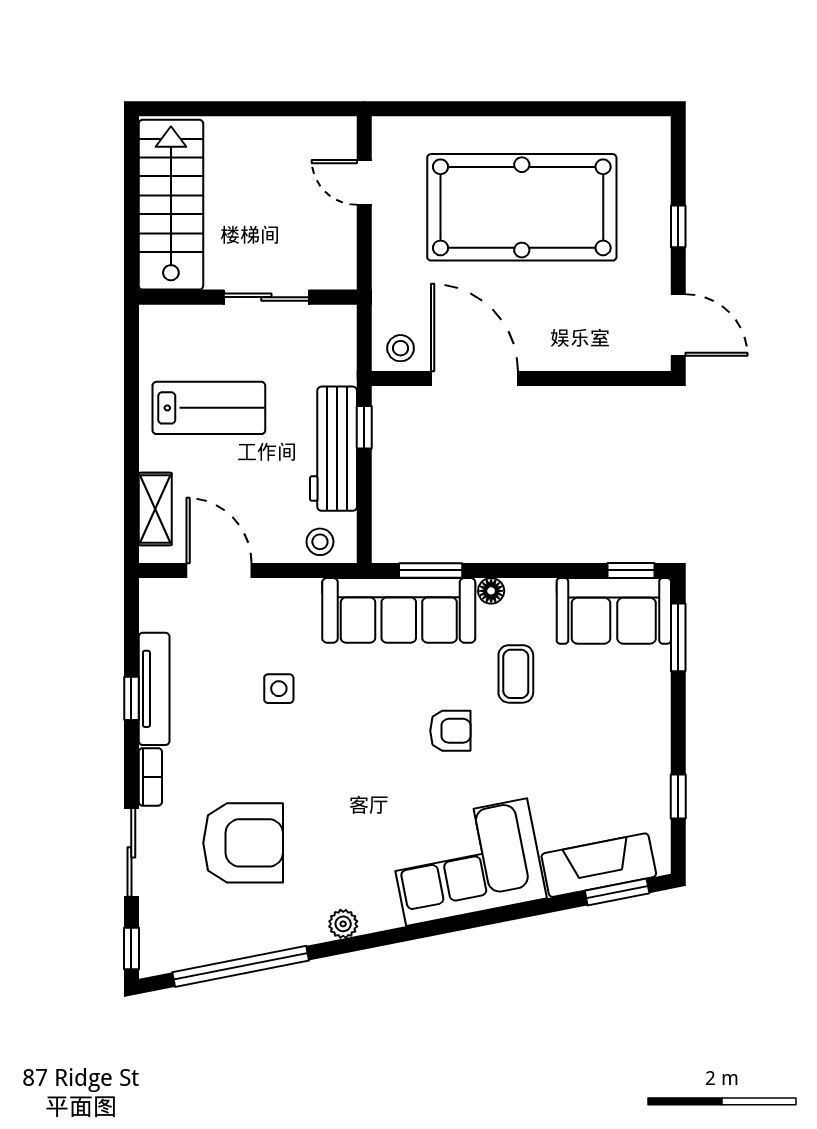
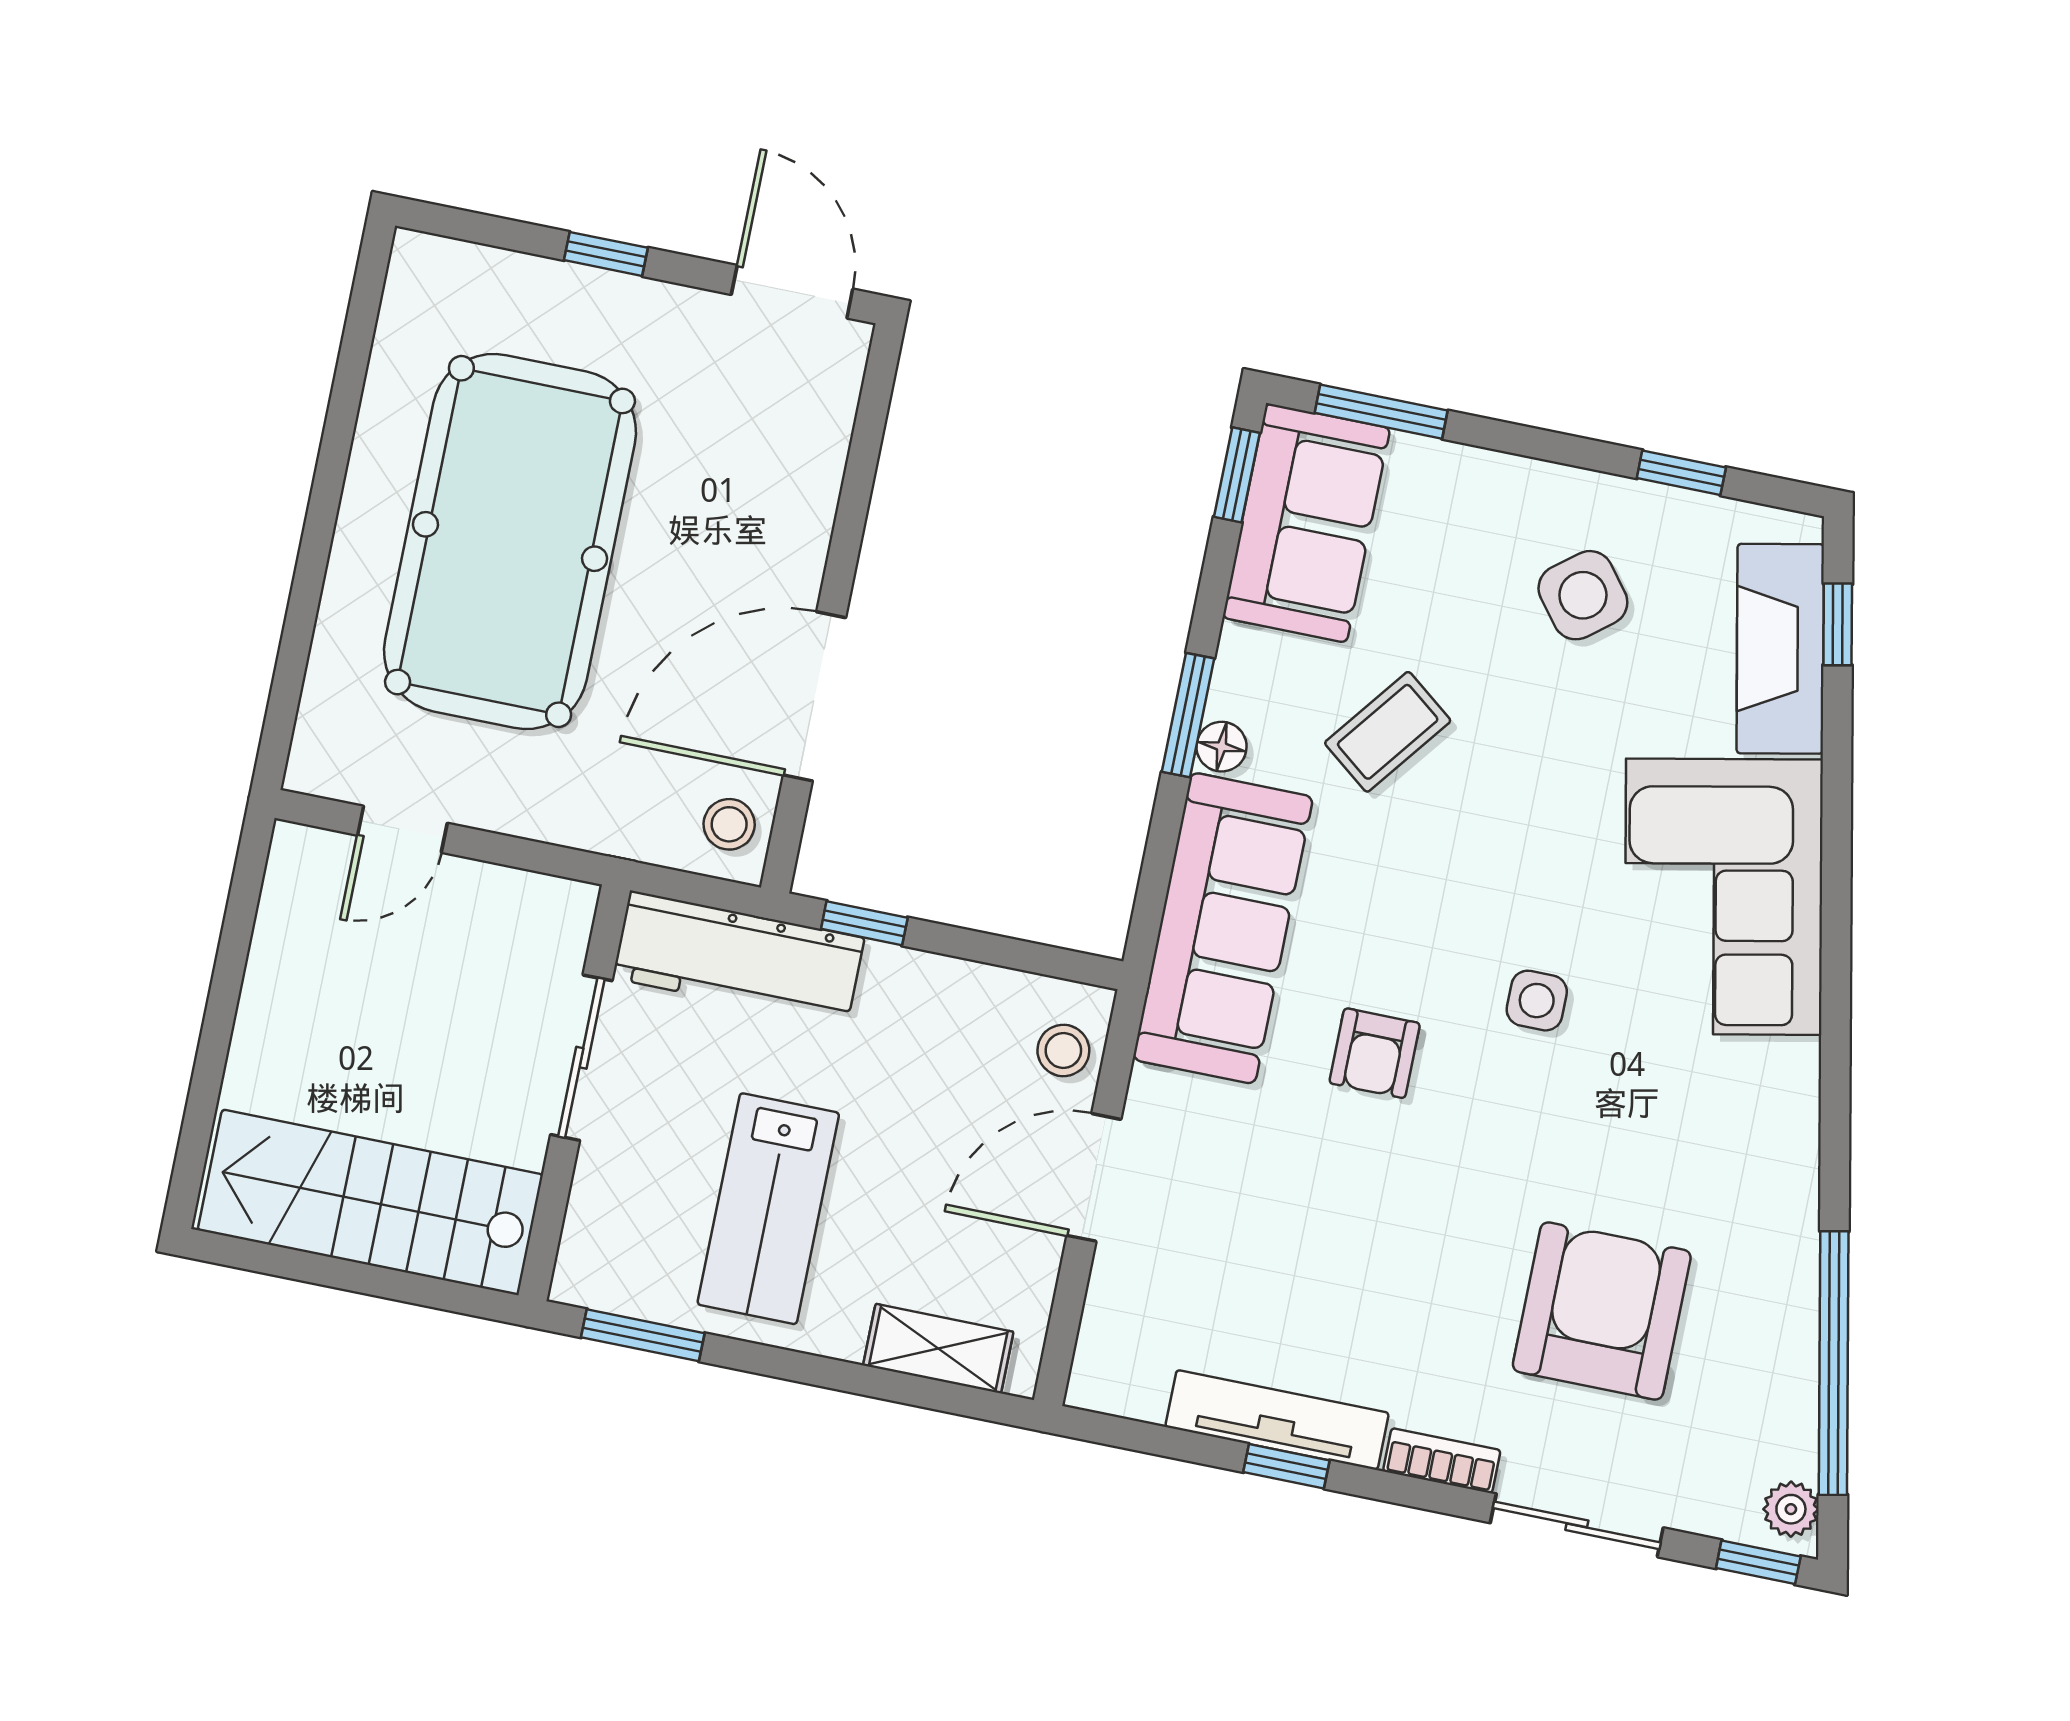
door: (678, 325) -> (792, 292), hinge flipped
window: (131, 357) -> (643, 1335), added
lab bench: (209, 408) -> (768, 1209), turned 180
workbench: (333, 449) -> (738, 958), moved
door: (219, 570) -> (1094, 1177), moved
window: (431, 570) -> (1188, 715), moved
coffee table: (516, 674) -> (1388, 732), turned -52
side table: (279, 689) -> (1537, 1001), moved
armchair: (450, 731) -> (1375, 1053), moved, turned 180
side table: (606, 759) -> (1583, 595), added
window: (617, 892) -> (1838, 624), width x0.67
plant: (343, 924) -> (1791, 1509), moved

